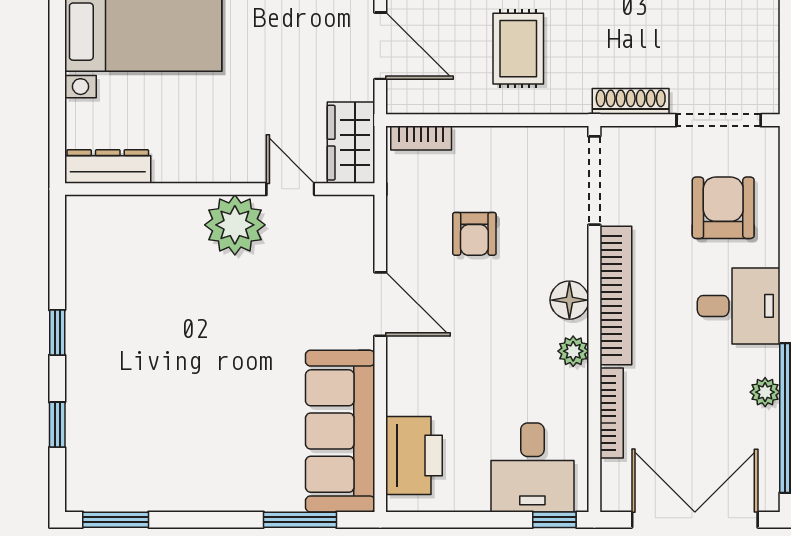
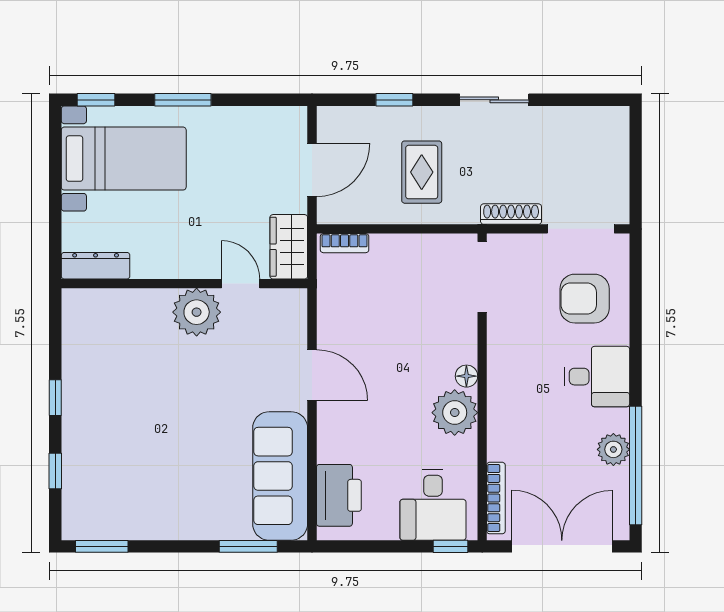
door: (380, 46) -> (312, 170), hinge flipped
armchair: (723, 208) -> (585, 299), turned -90
armchair: (474, 234) -> (387, 319), removed
bookcase: (616, 295) -> (499, 368), removed
floor lamp: (569, 300) -> (466, 376), width x0.73, depth x0.73
plant: (573, 351) -> (455, 413), width x1.87, depth x1.87
plant: (765, 392) -> (613, 449), width x1.38, depth x1.38
bookcase: (612, 413) -> (496, 498), moved

